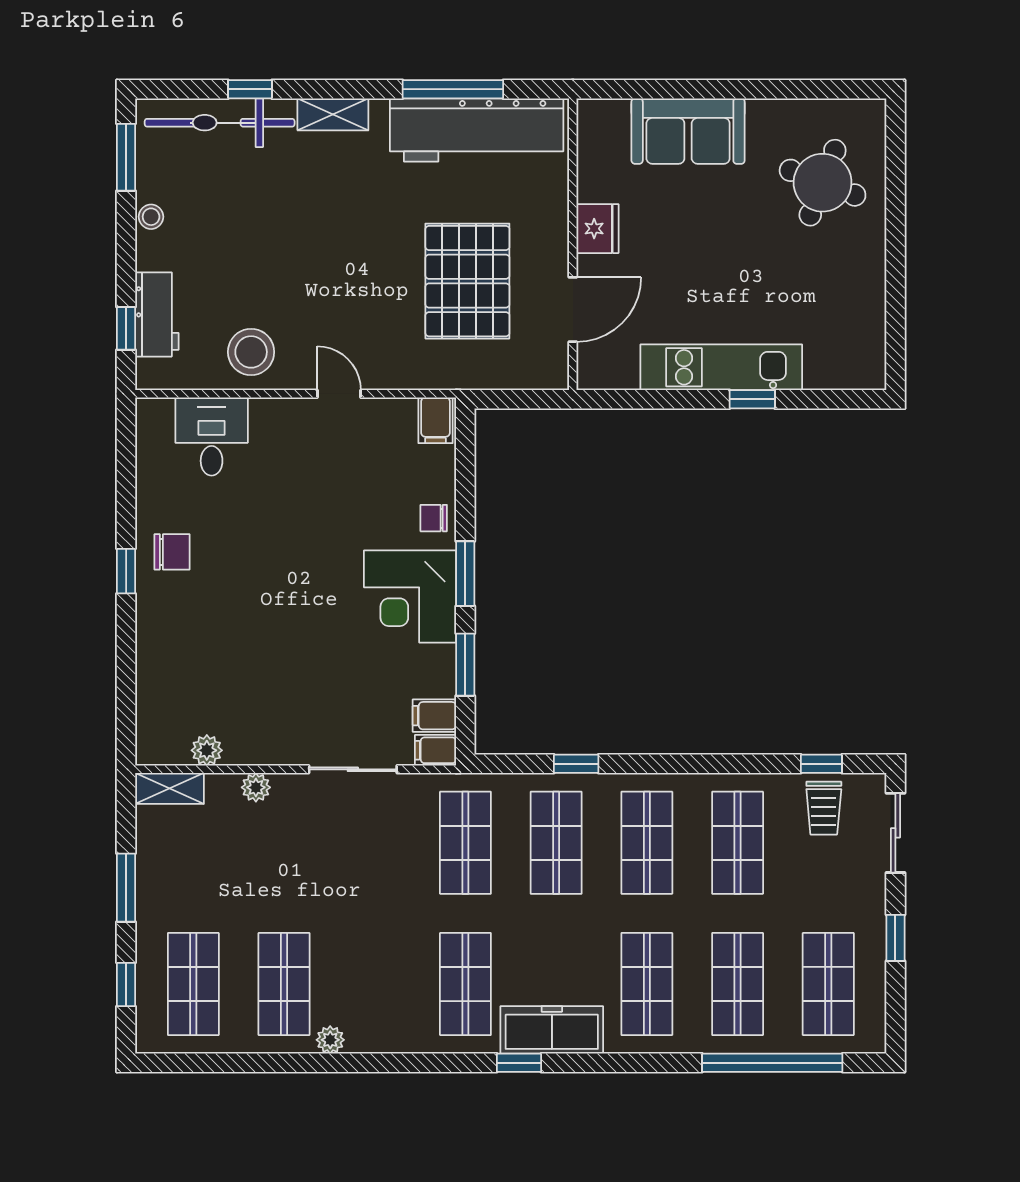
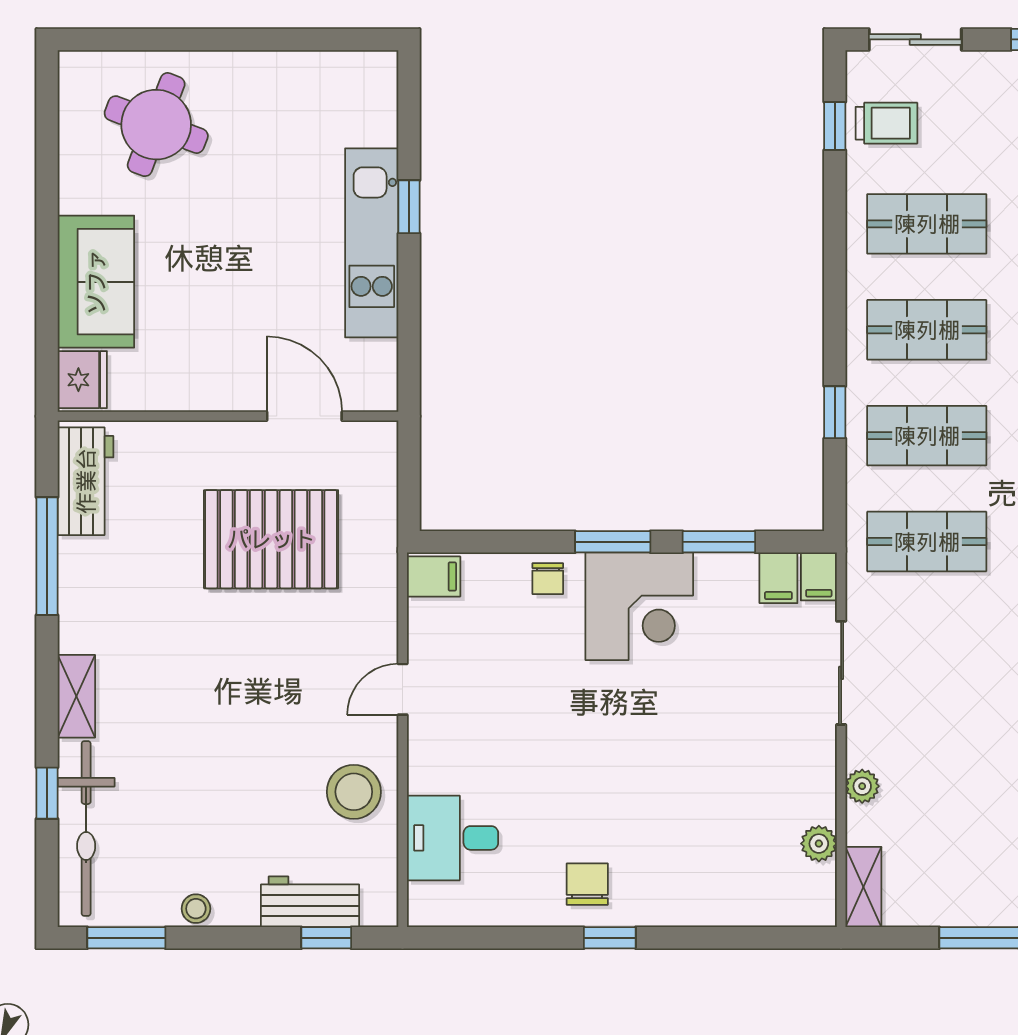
workbench: (477, 130) -> (86, 481), width x0.53, depth x0.76
fridge: (597, 229) -> (82, 380), moved, turned 90

